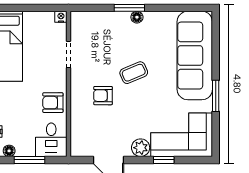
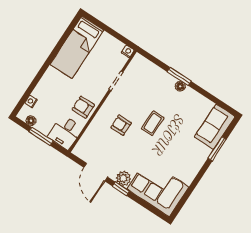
sofa: (195, 56) -> (215, 127), width x0.54, depth x0.79
coffee table: (134, 73) -> (153, 123), turned -67
window: (216, 96) -> (217, 149), moved
window: (164, 160) -> (121, 189), moved

